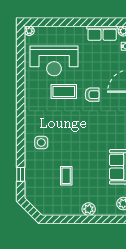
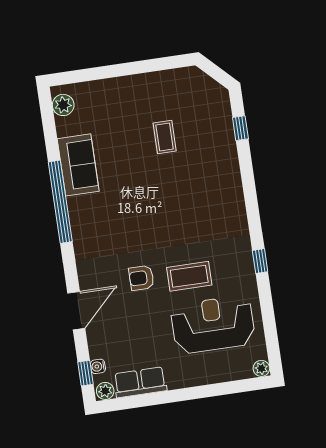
window: (21, 94) -> (260, 261), added
side table: (41, 143) -> (214, 186), removed
plant: (89, 209) -> (119, 87), removed

